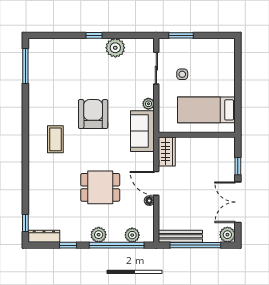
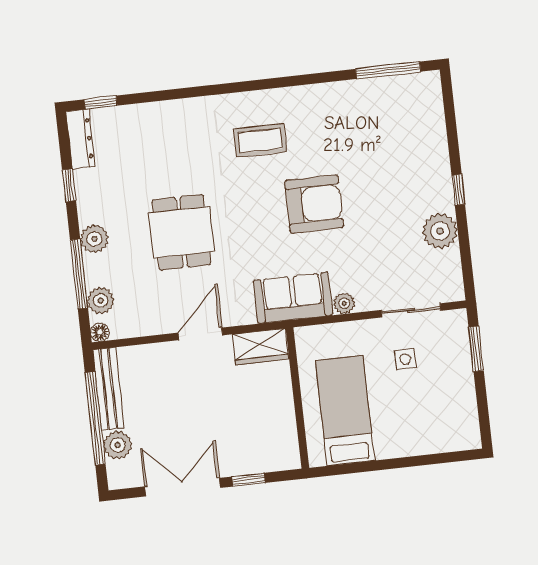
floor lamp: (149, 201) -> (100, 332), moved
plant: (227, 235) -> (118, 445), moved
window: (117, 245) -> (79, 274), width x0.68

